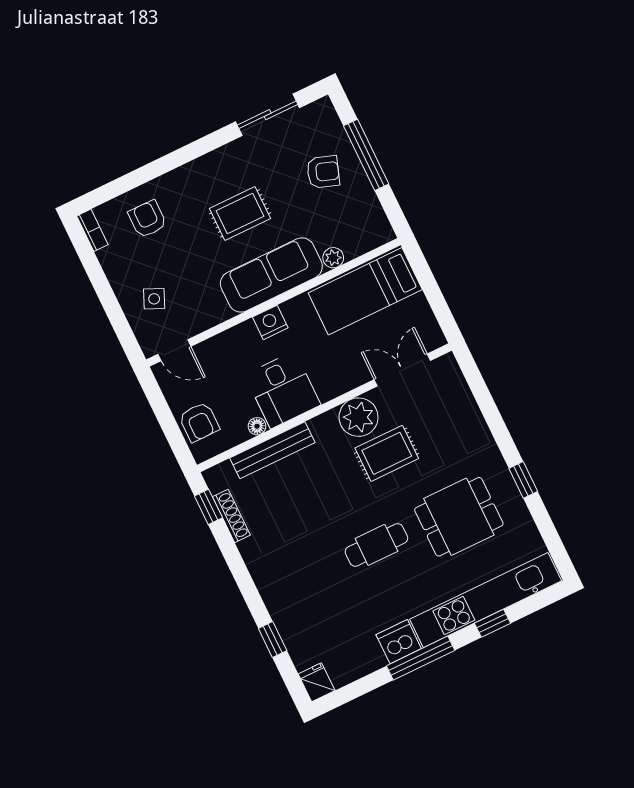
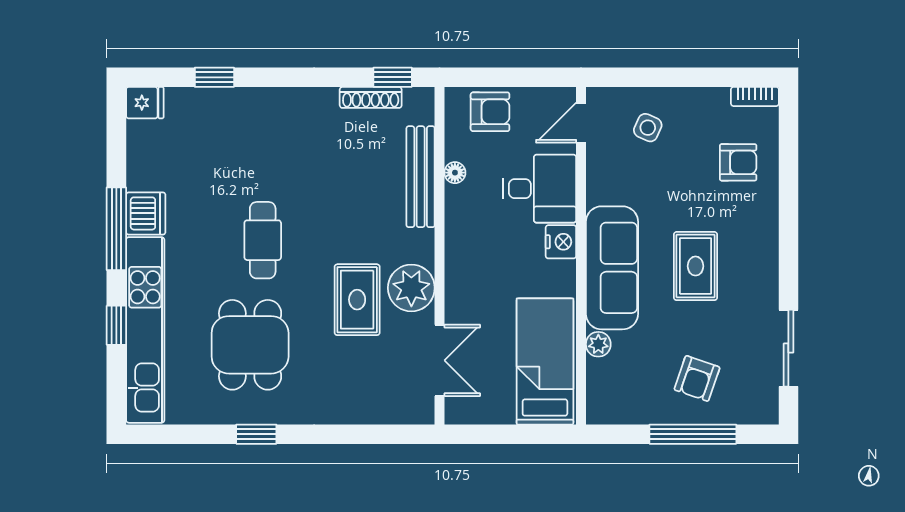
desk: (283, 390) -> (540, 189), moved, turned 180
armchair: (199, 422) -> (490, 112), turned 180

